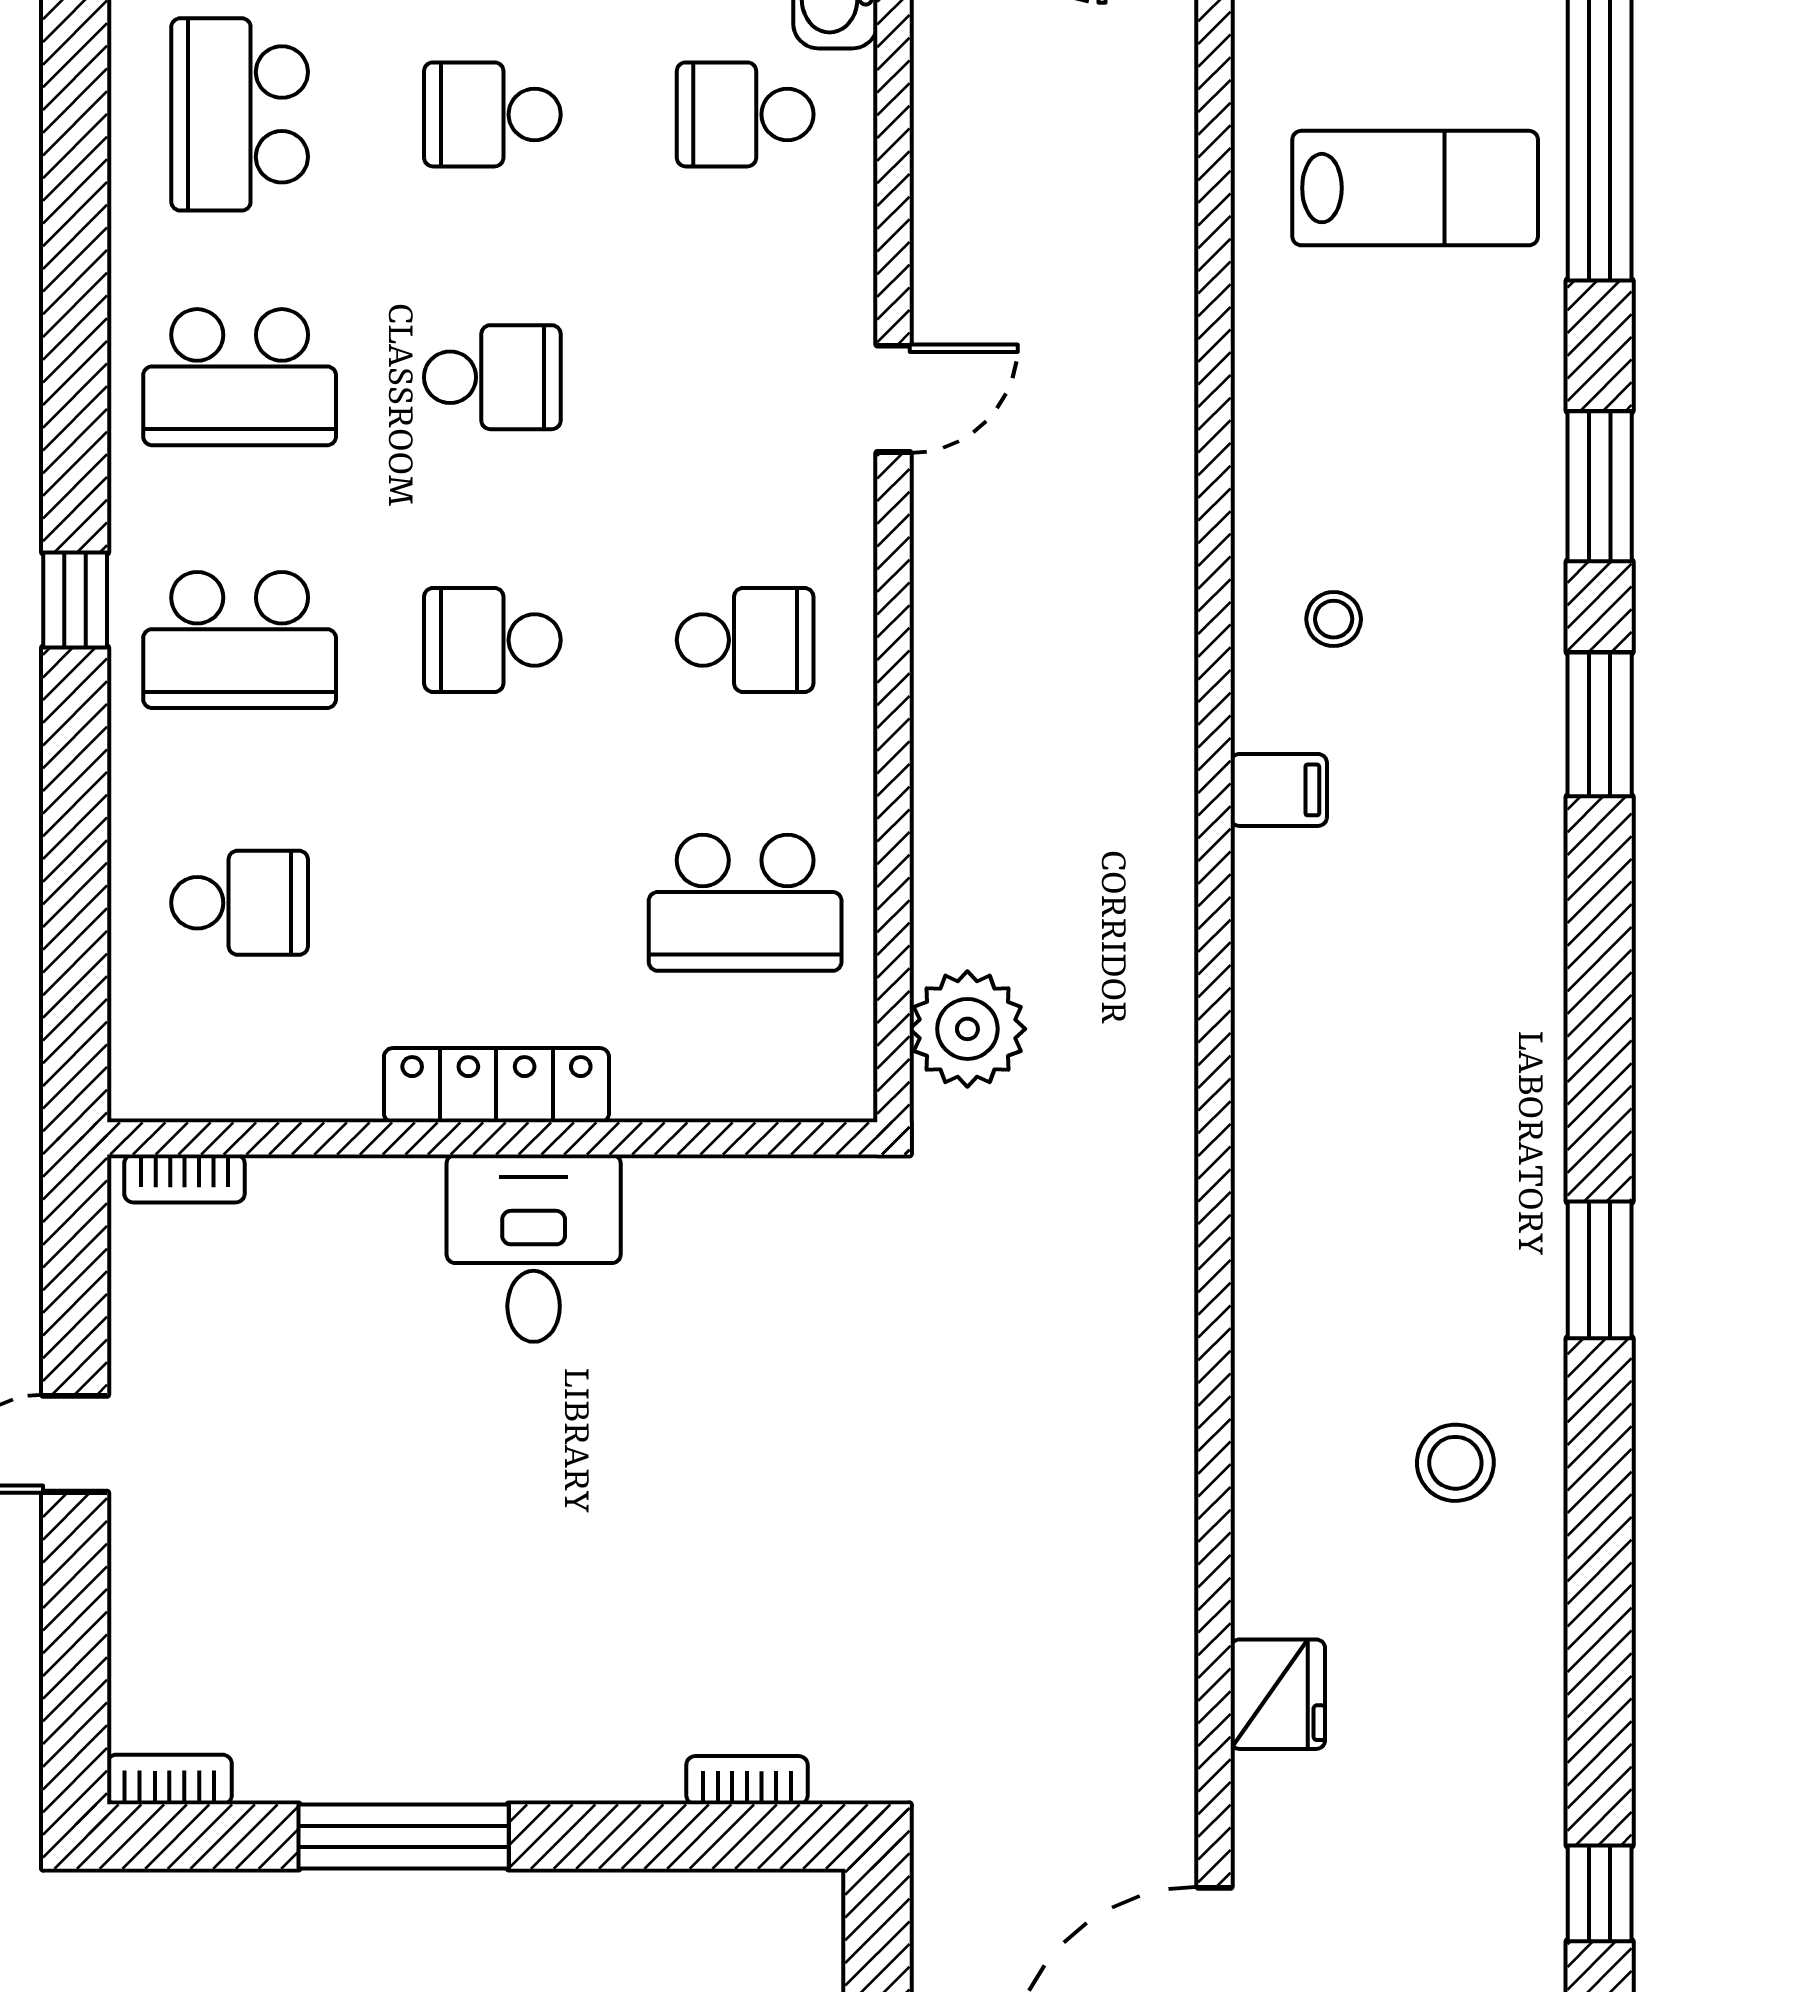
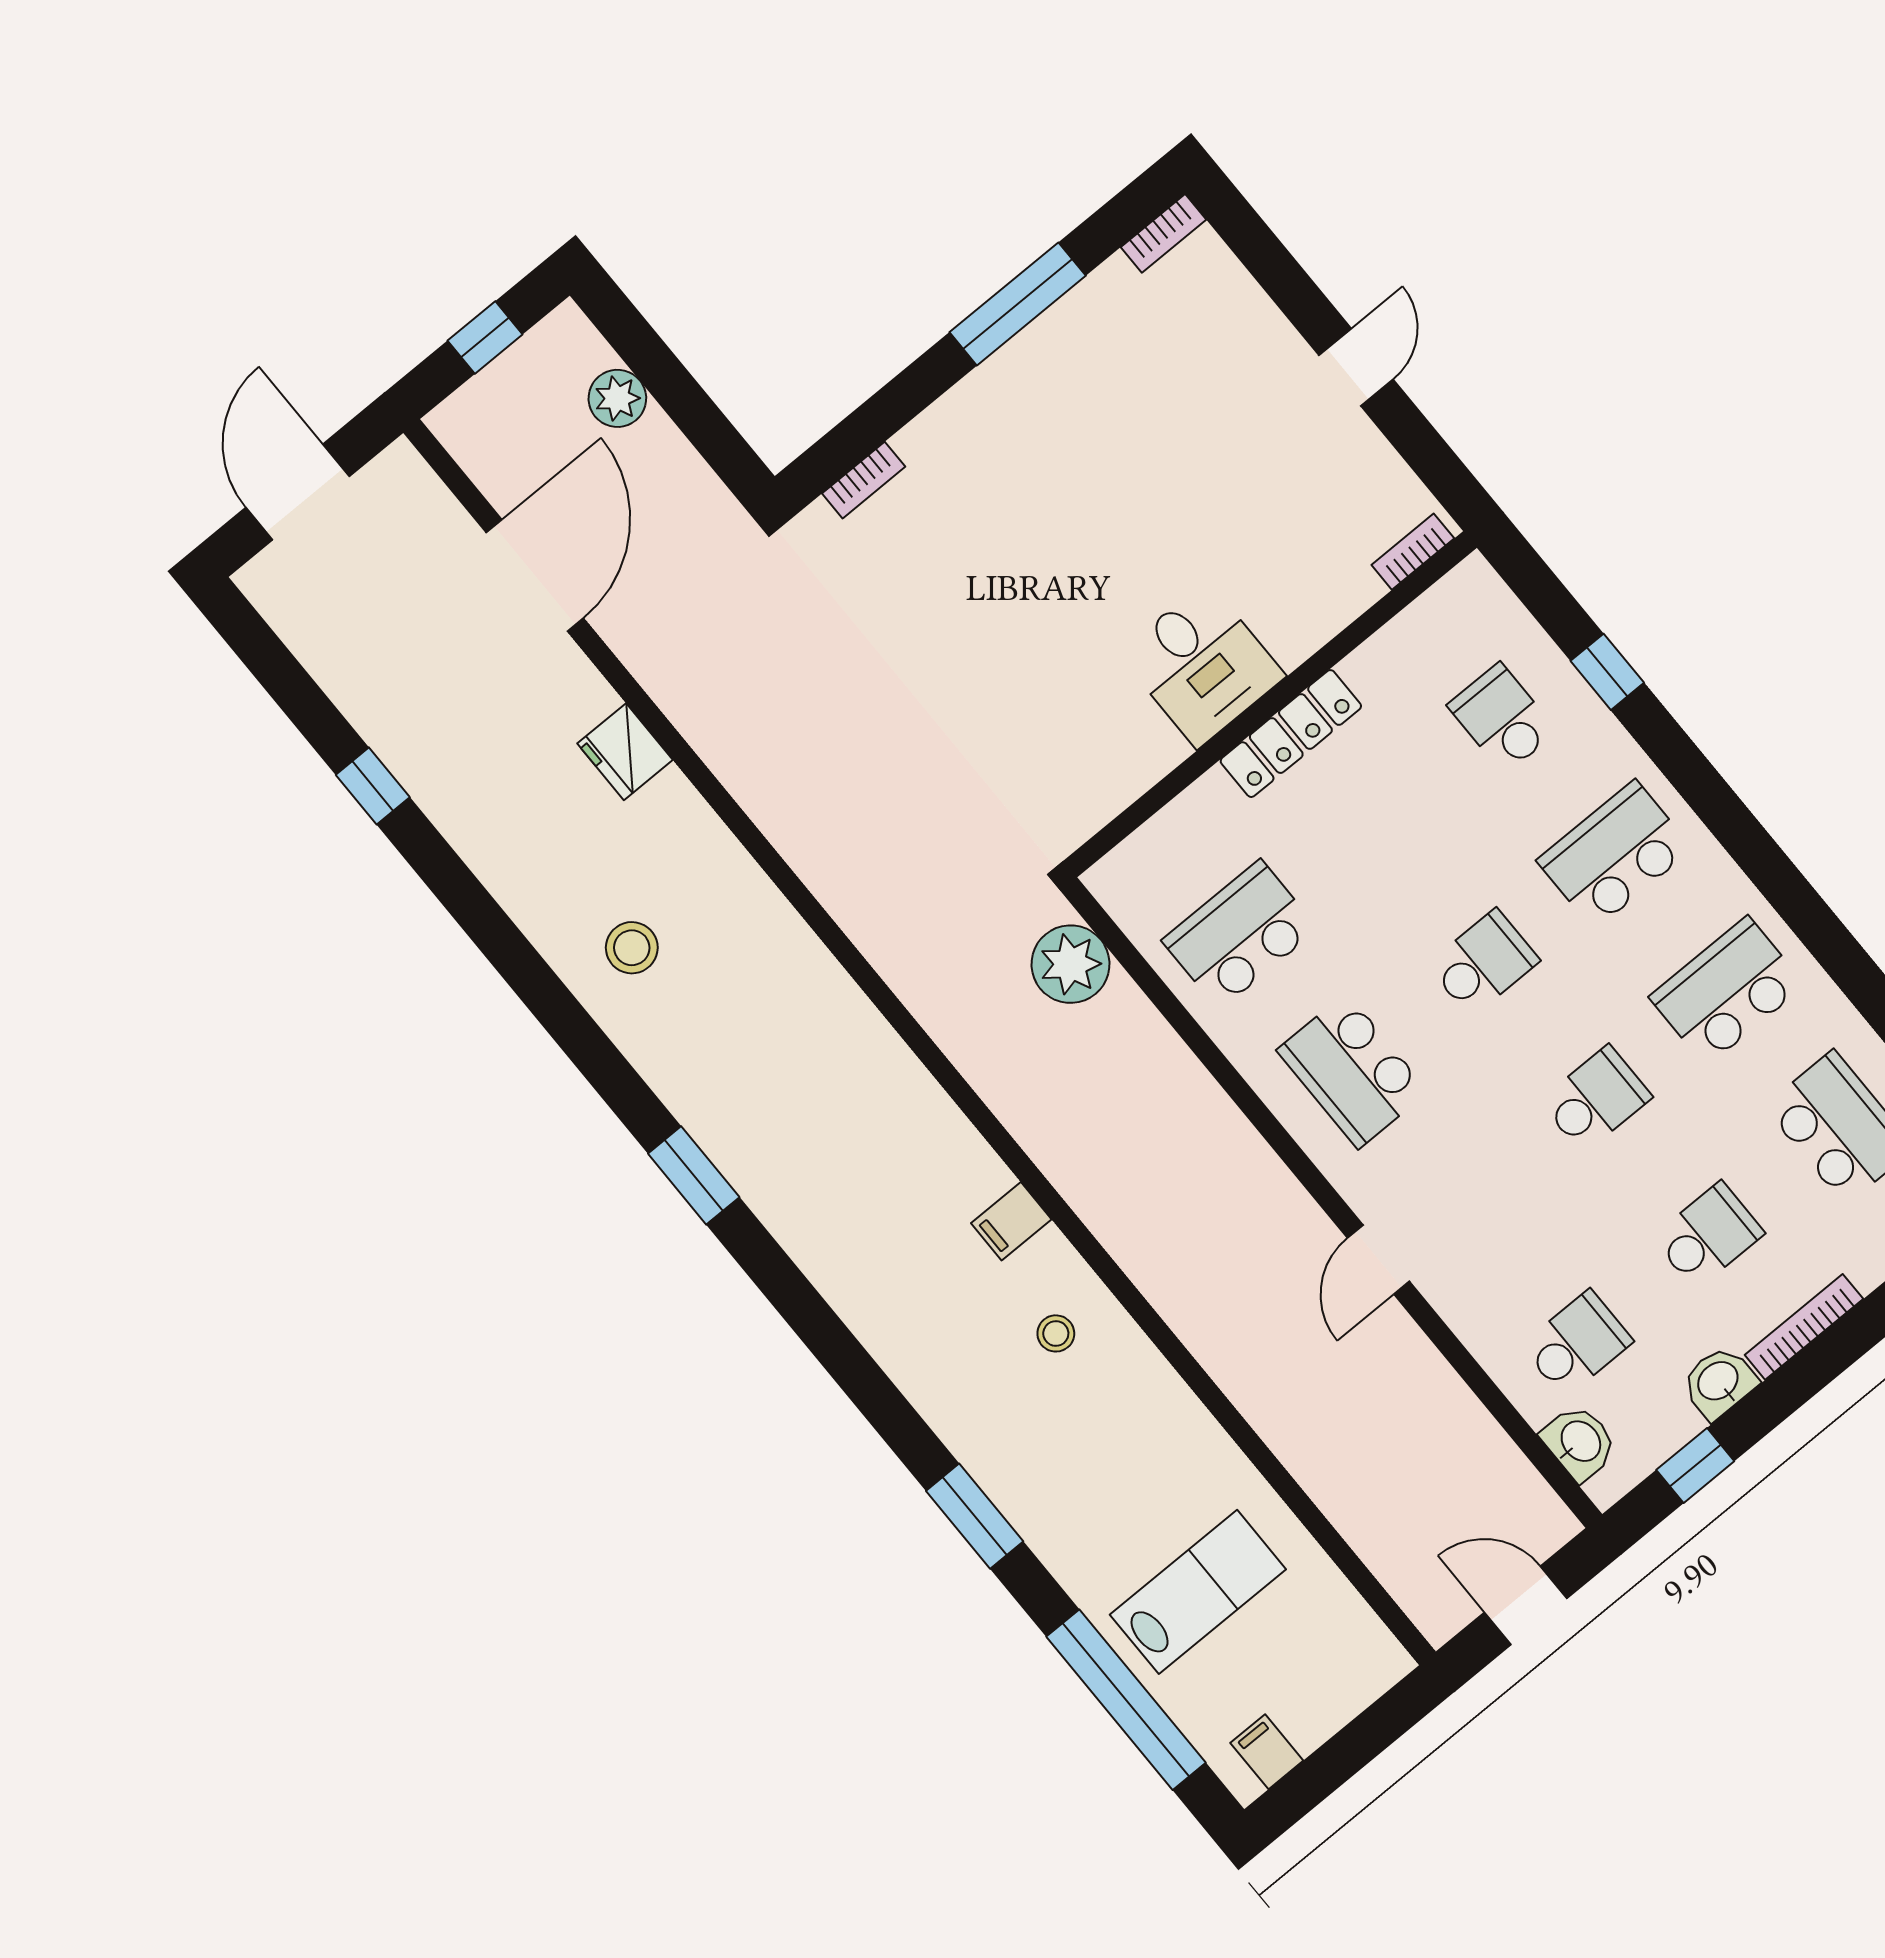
lab bench: (1415, 188) -> (1198, 1592), turned 180
school desk: (492, 377) -> (1596, 1099), turned 180
window: (75, 600) -> (1607, 672), moved
school desk: (745, 640) -> (1352, 1071), width x1.85
window: (1600, 724) -> (873, 1393), removed
school desk: (240, 903) -> (1502, 718), turned 90
window: (1600, 1270) -> (694, 1175), moved

